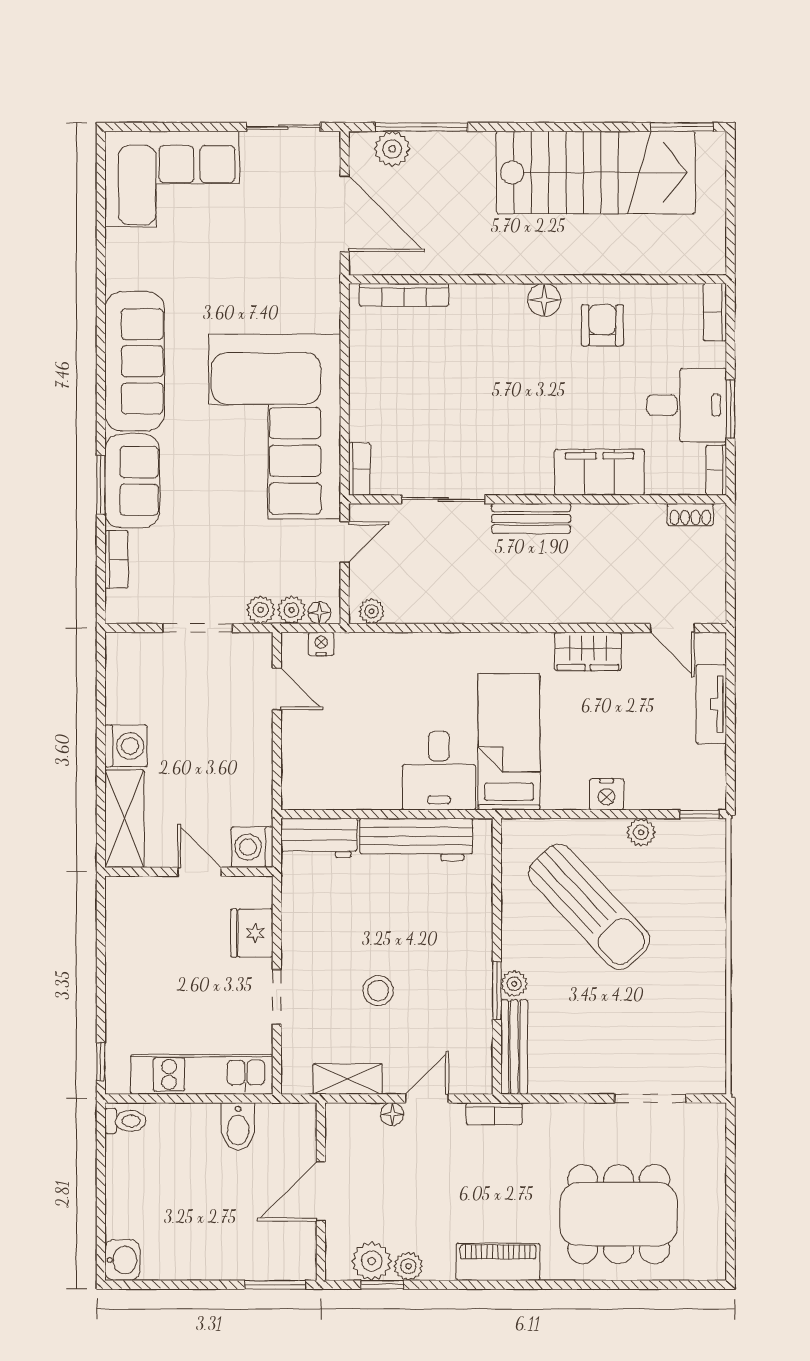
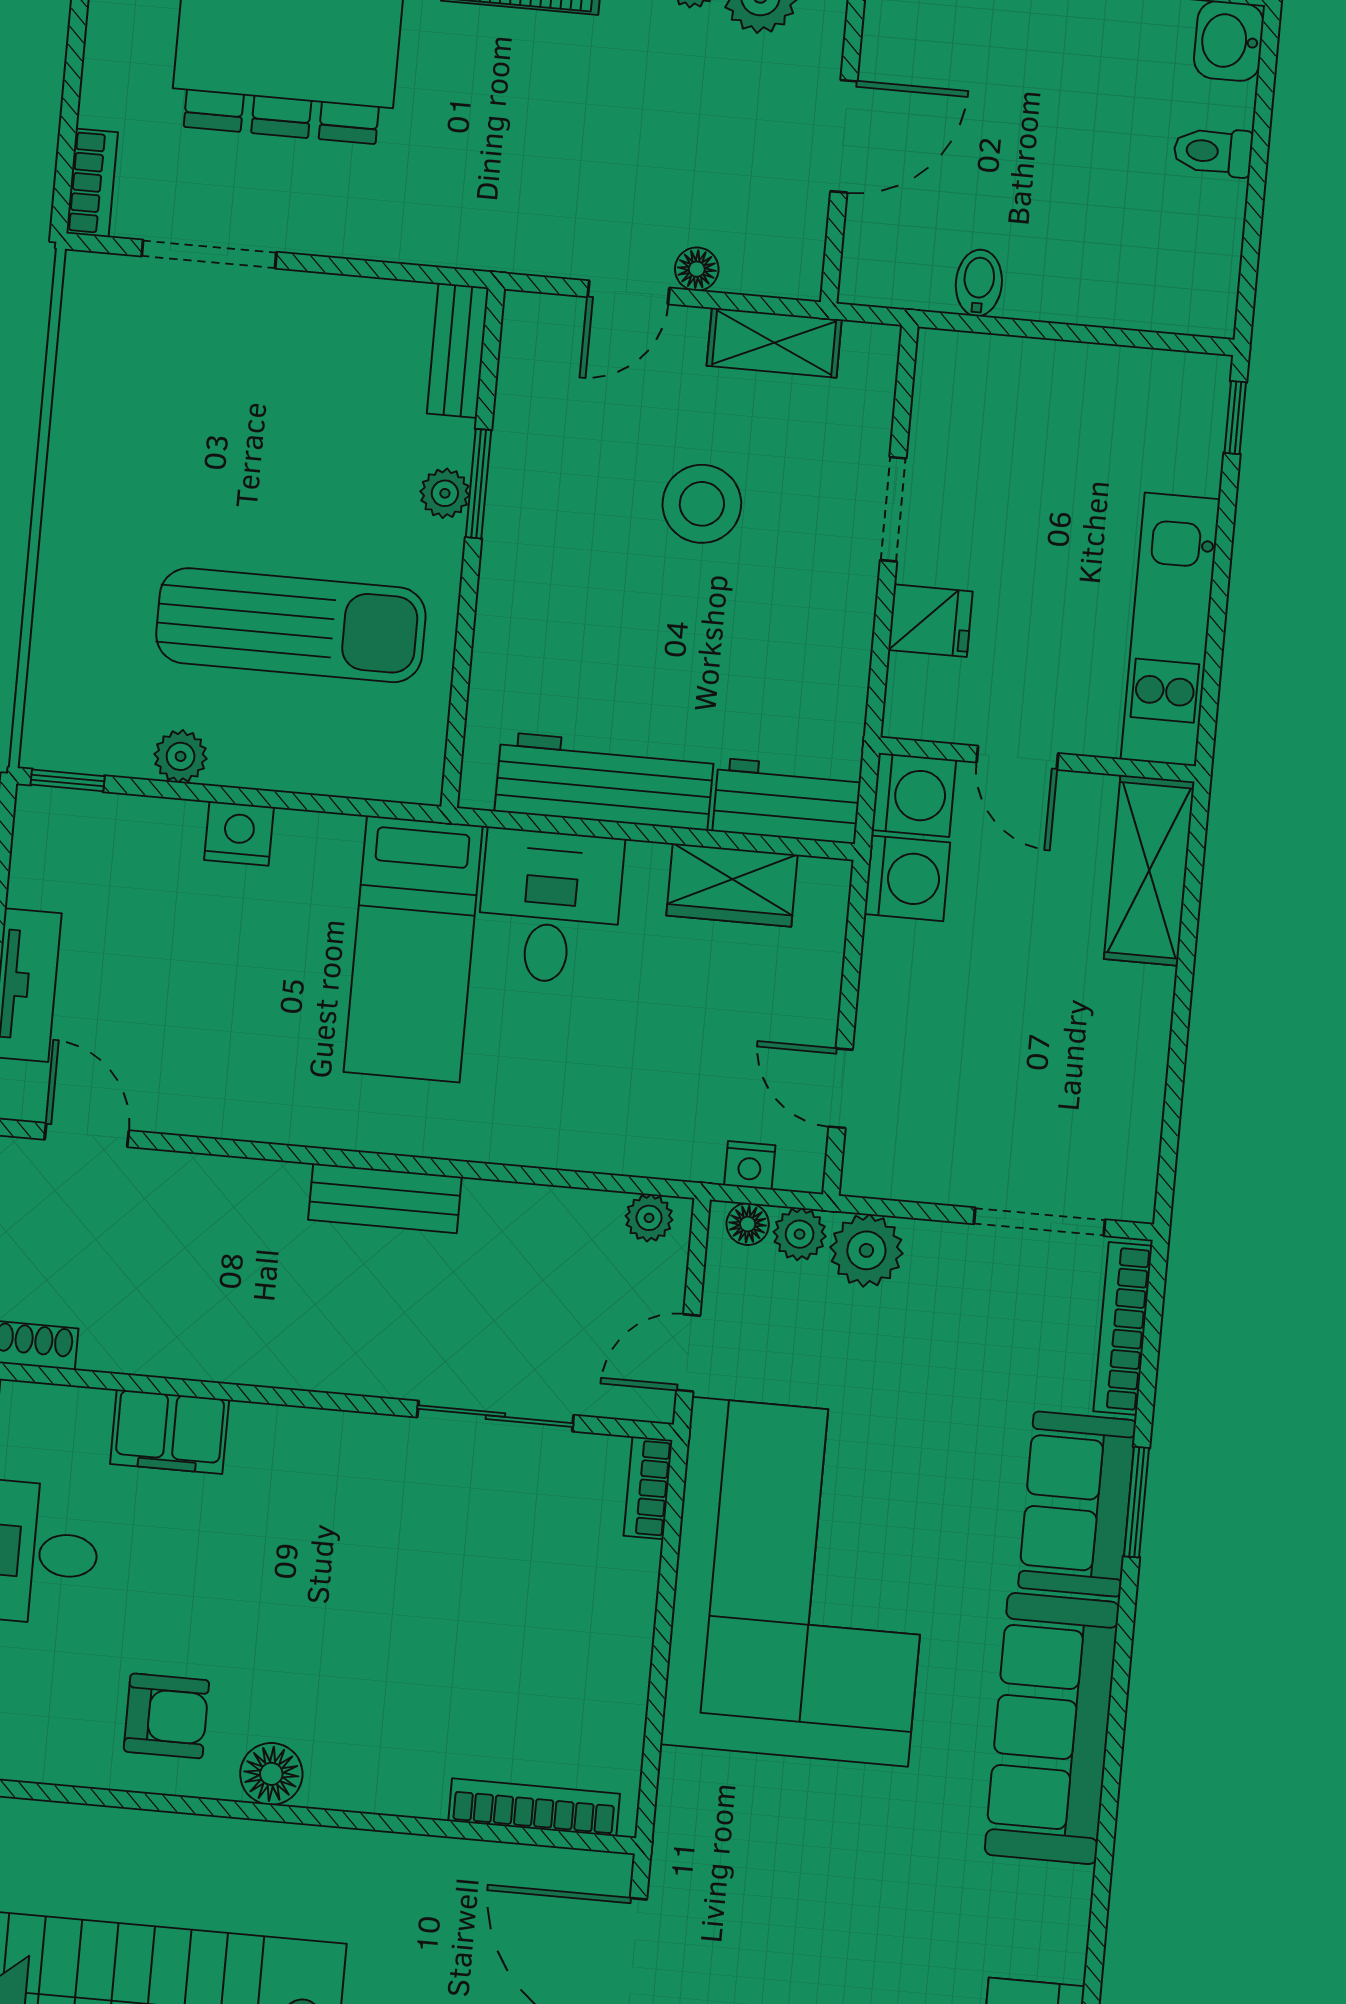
armchair: (602, 325) -> (166, 1716), turned -90
filing cabinet: (599, 472) -> (170, 1432), width x0.67, depth x0.86
bench: (531, 518) -> (385, 1198), moved
bookcase: (116, 559) -> (1123, 1329), width x1.56
plant: (261, 610) -> (866, 1250), width x1.38, depth x1.38
doorway: (198, 628) -> (1039, 1222), moved
wardrobe: (588, 651) -> (732, 885), moved, turned 180
washing machine: (126, 746) -> (907, 878), moved, turned 180
sun lounger: (589, 907) -> (291, 625), turned 133
fridge: (252, 933) -> (930, 621), width x0.72
stool: (378, 991) -> (702, 504), width x1.38, depth x1.38
bench: (514, 1047) -> (458, 350), width x0.73
kitchen unit: (202, 1074) -> (1170, 629), moved, turned 90
bookcase: (494, 1114) -> (92, 183), moved, turned 90
toilet: (125, 1121) -> (1213, 152), moved
bidet: (238, 1127) -> (979, 283), width x0.72, depth x0.74

